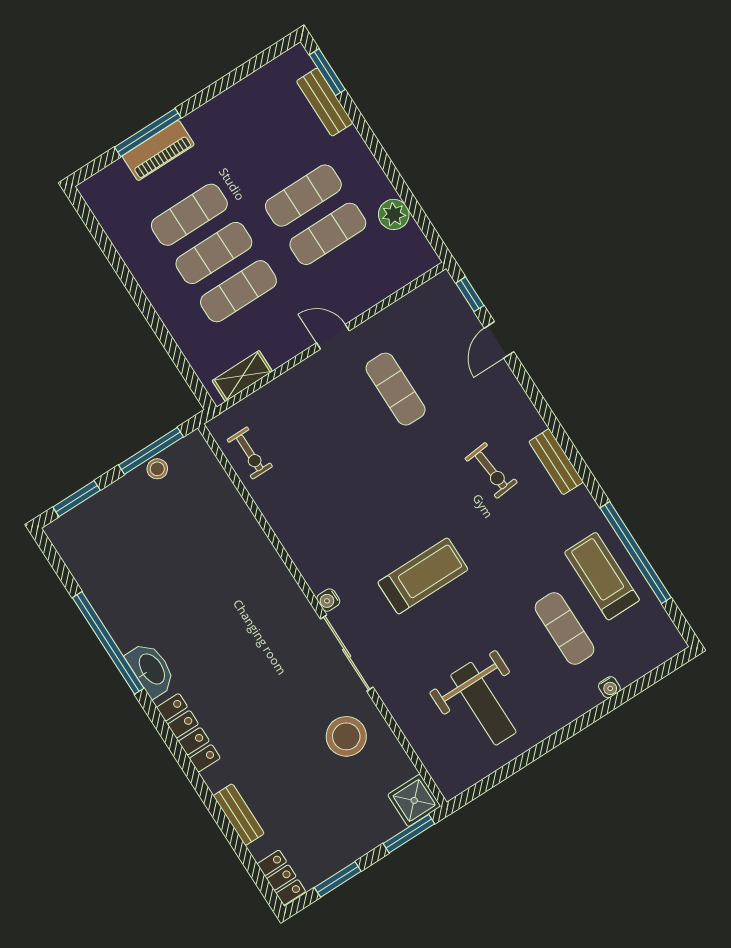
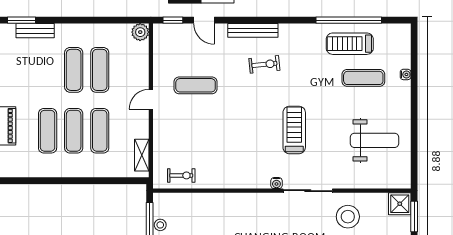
plant: (394, 214) -> (140, 32), moved
bench: (556, 462) -> (253, 30), moved, width x1.36

